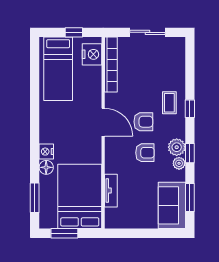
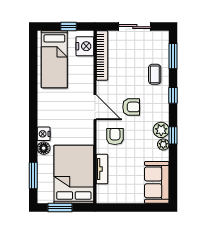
coffee table: (169, 103) -> (155, 74), moved
armchair: (145, 153) -> (115, 136), moved, turned -90
window: (190, 198) -> (173, 56), moved

